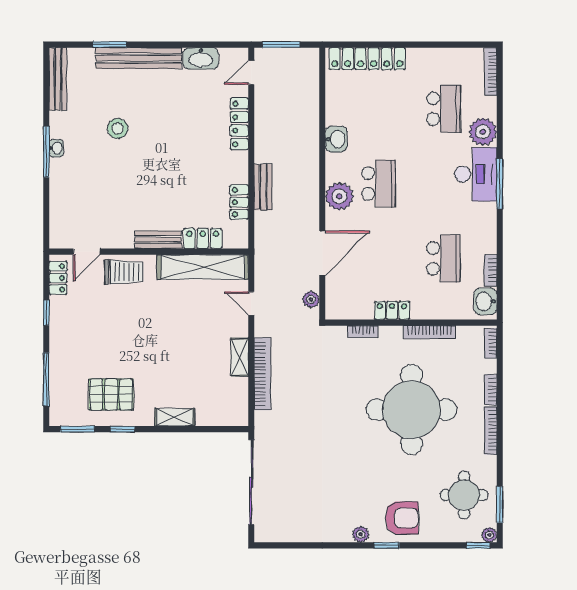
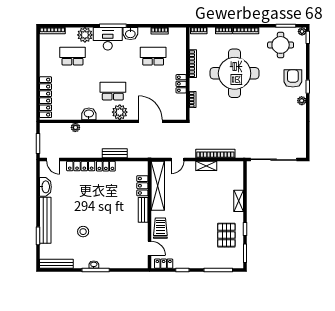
locker: (239, 202) -> (106, 166), moved
plant: (311, 299) -> (75, 127), moved
washbasin: (485, 301) -> (130, 34), moved

